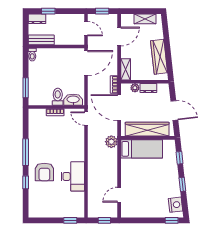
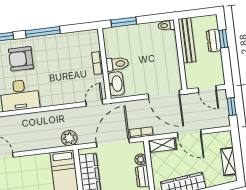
dresser: (37, 19) -> (214, 41), moved
door: (86, 29) -> (207, 89), hinge flipped
door: (119, 36) -> (189, 133), moved
bench: (41, 40) -> (187, 40), width x1.36

